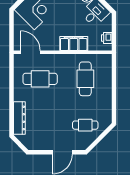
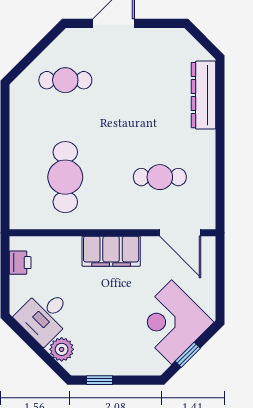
filing cabinet: (74, 43) -> (111, 251), moved
cafe table: (40, 79) -> (160, 177), width x0.73, depth x0.74

